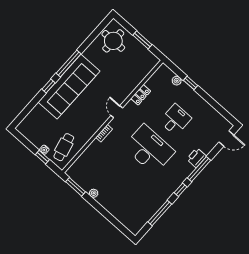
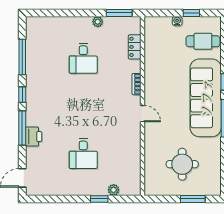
window: (142, 40) -> (193, 199), moved
round table: (113, 41) -> (182, 164), moved
locker: (141, 95) -> (135, 47), moved
cafe table: (64, 147) -> (203, 41), moved, turned -76
desk: (149, 149) -> (83, 58), moved, width x0.53, depth x0.77
window: (42, 157) -> (191, 13), moved

